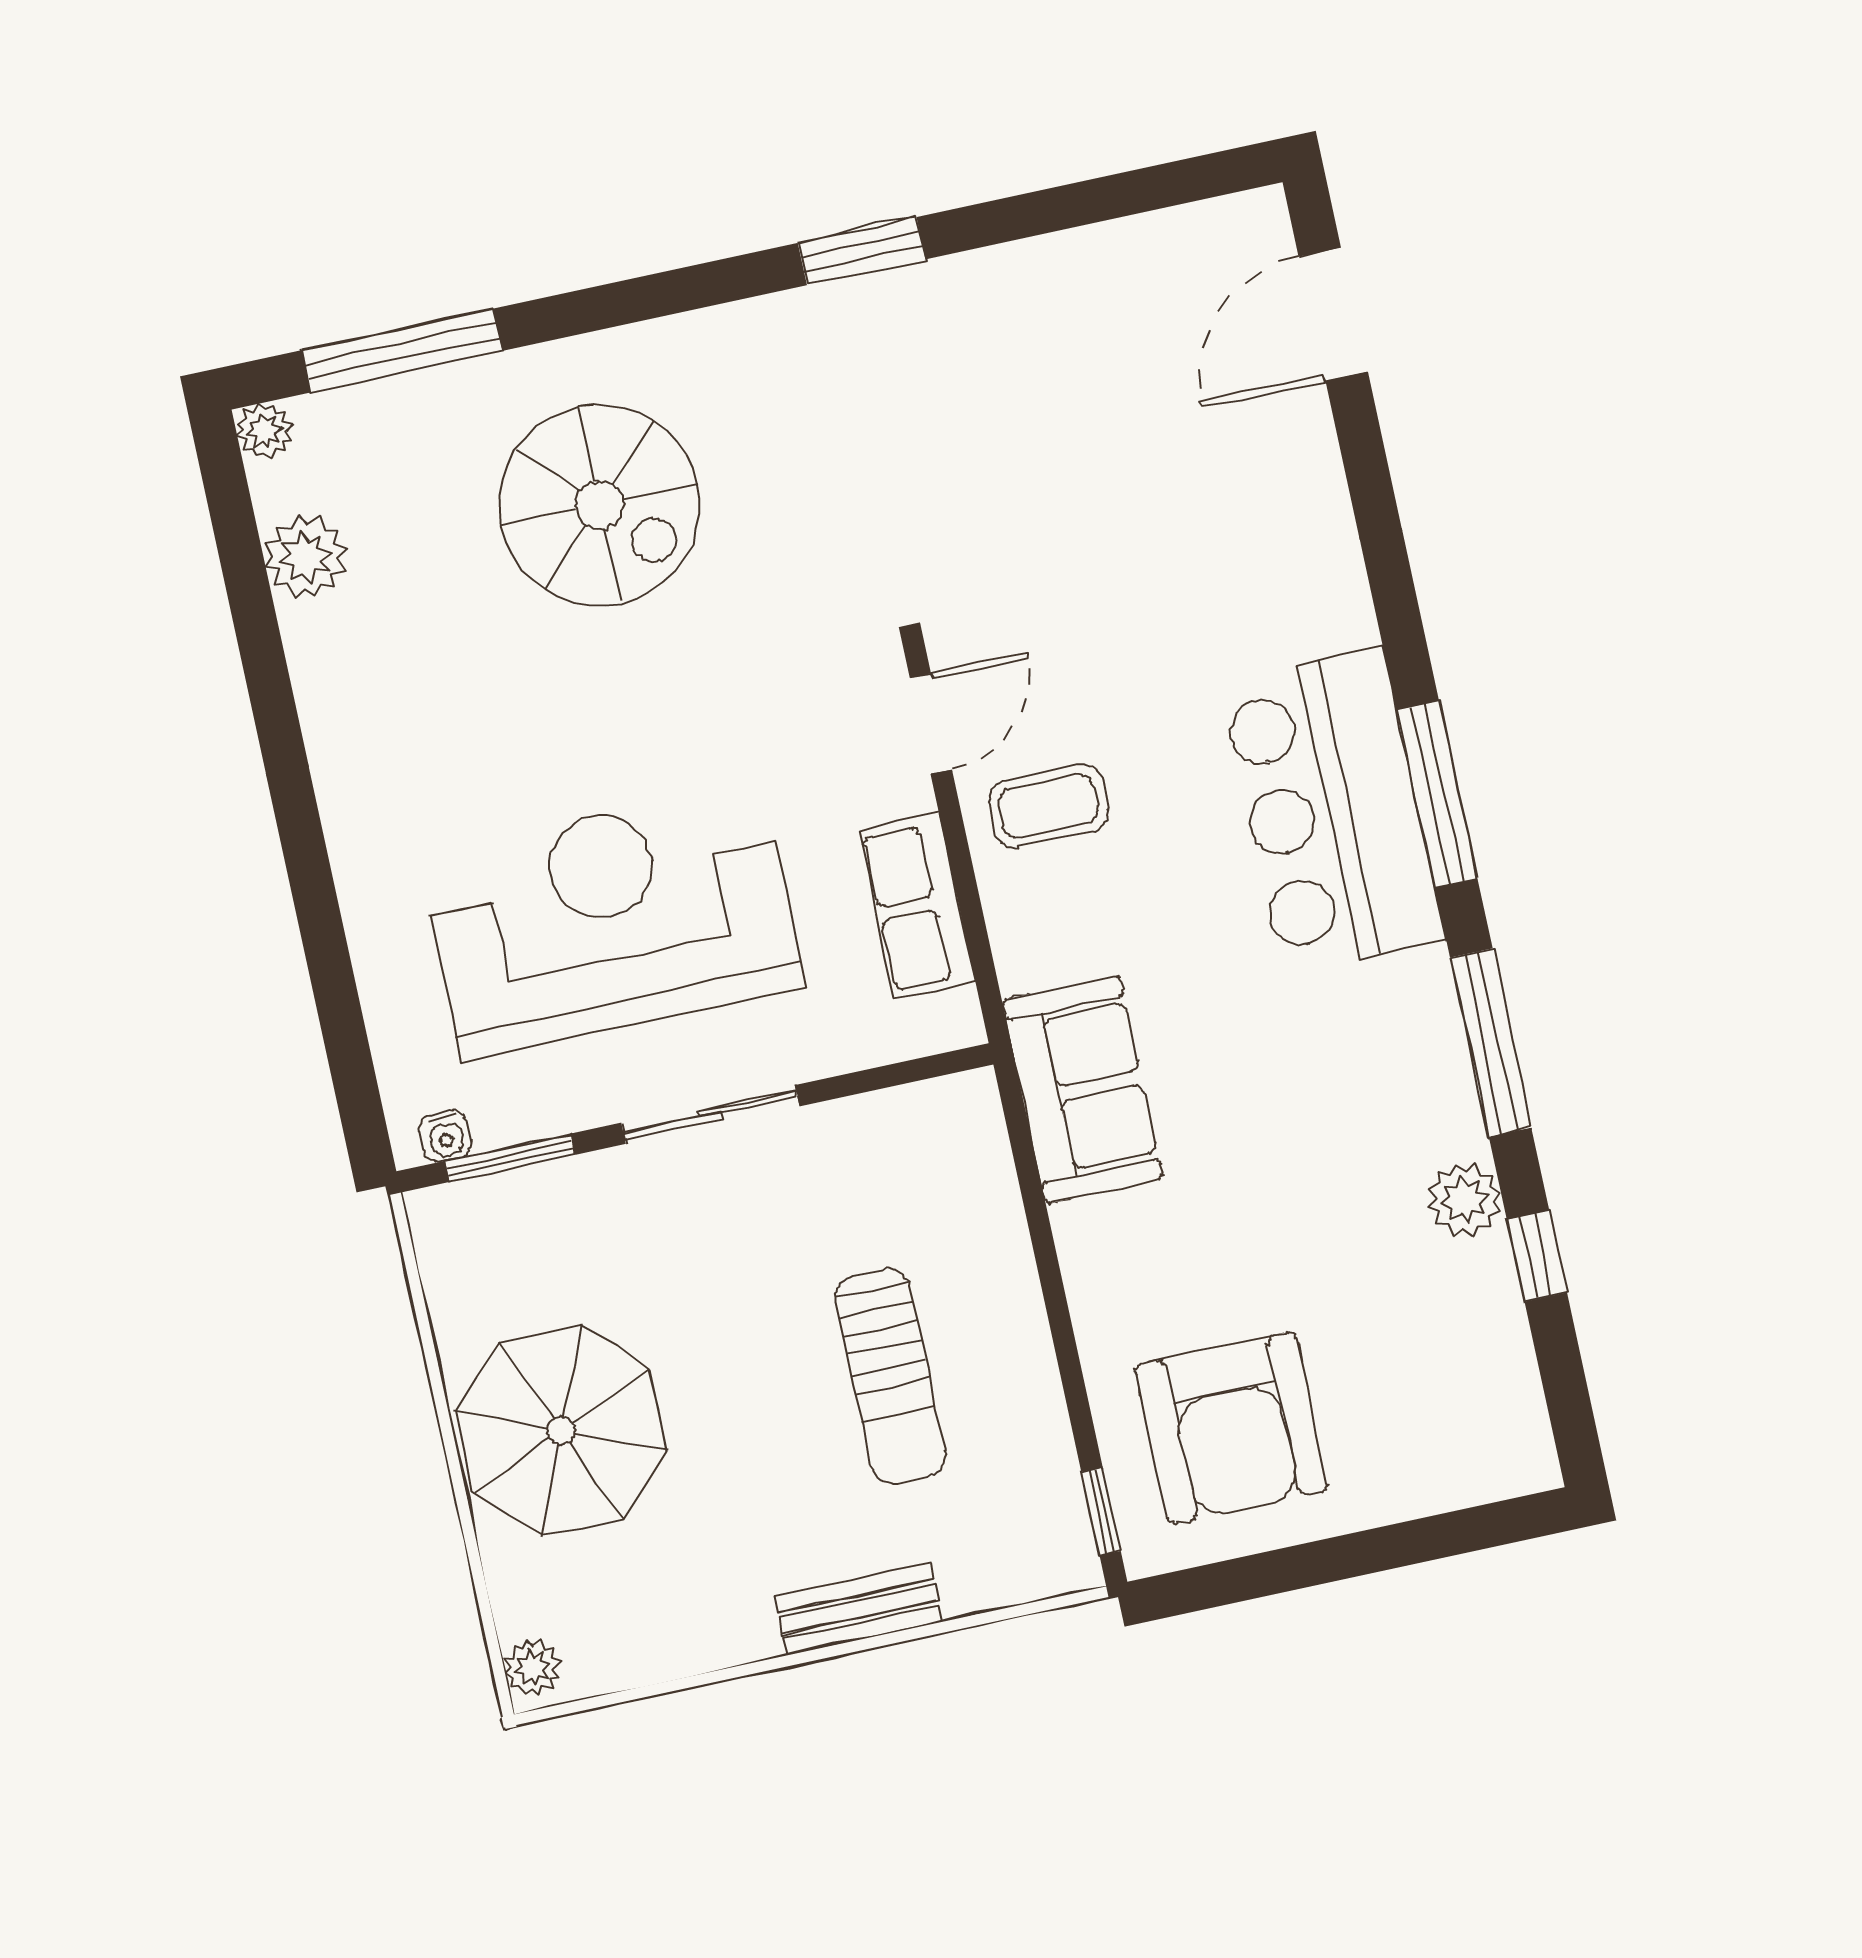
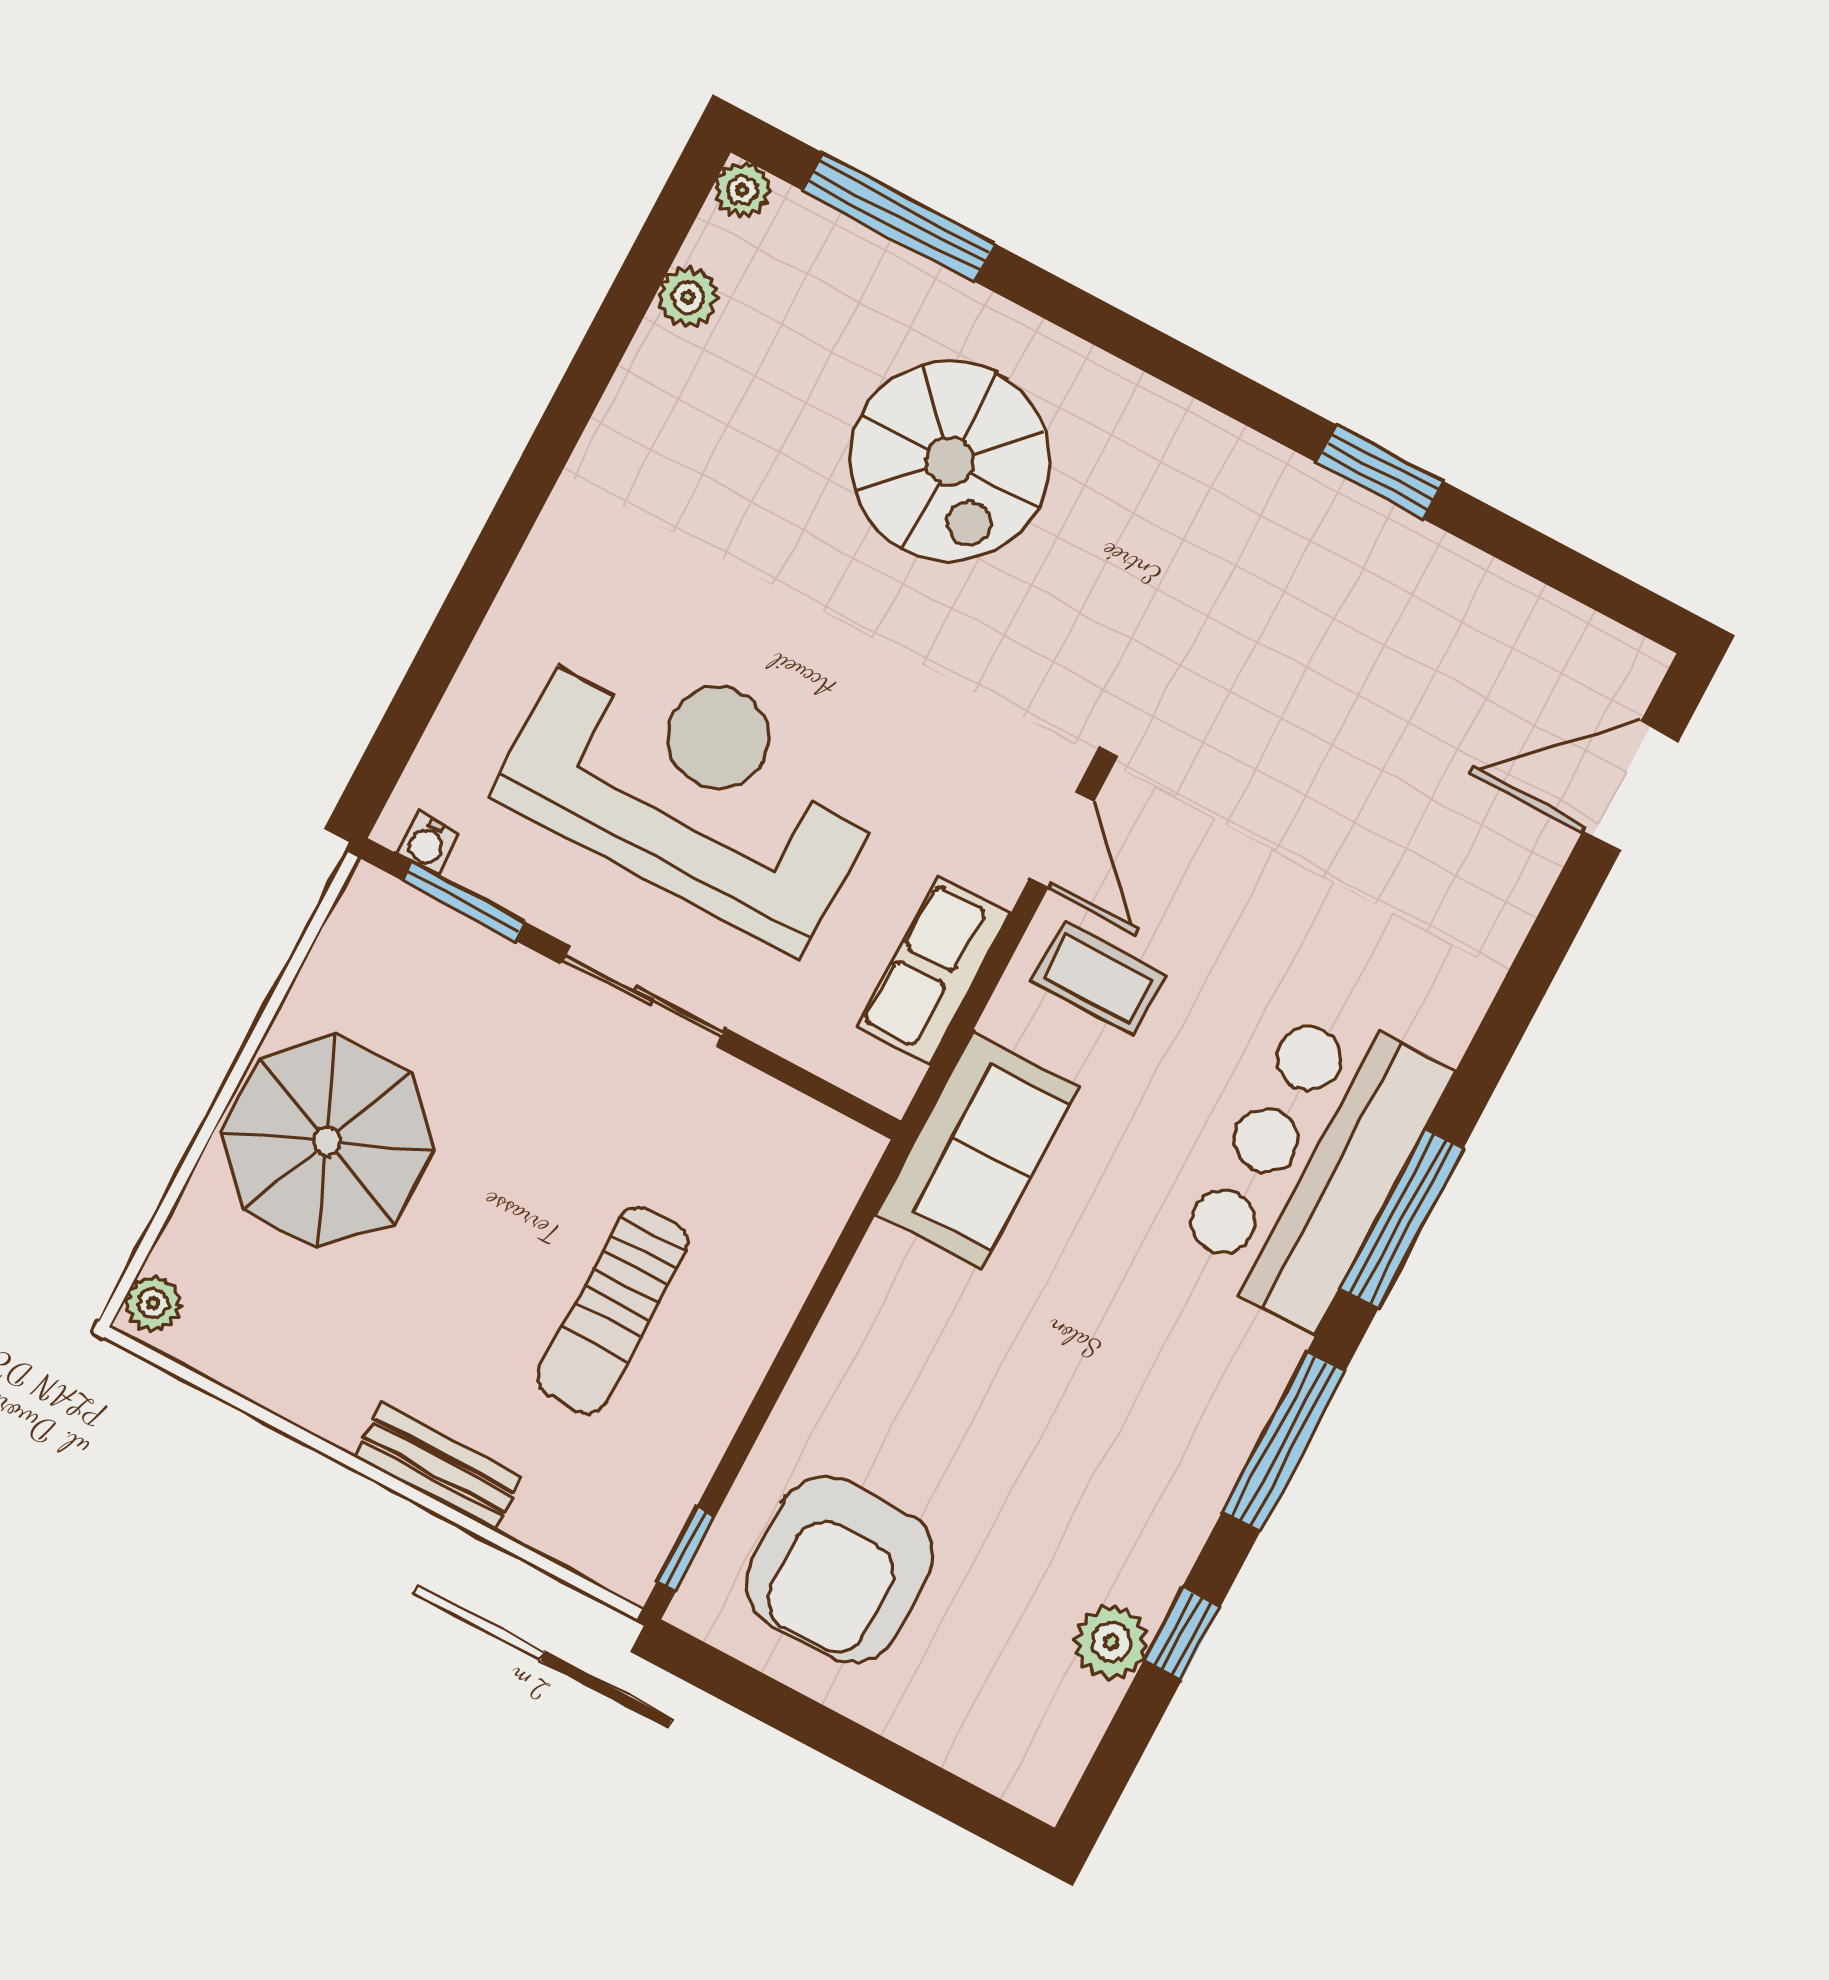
window: (862, 251) -> (1380, 472), moved
plant: (306, 557) -> (688, 297), width x0.73, depth x0.73
door: (931, 724) -> (1062, 840), hinge flipped
sofa: (1083, 1089) -> (978, 1150), moved
plant: (1465, 1200) -> (1111, 1642), moved

